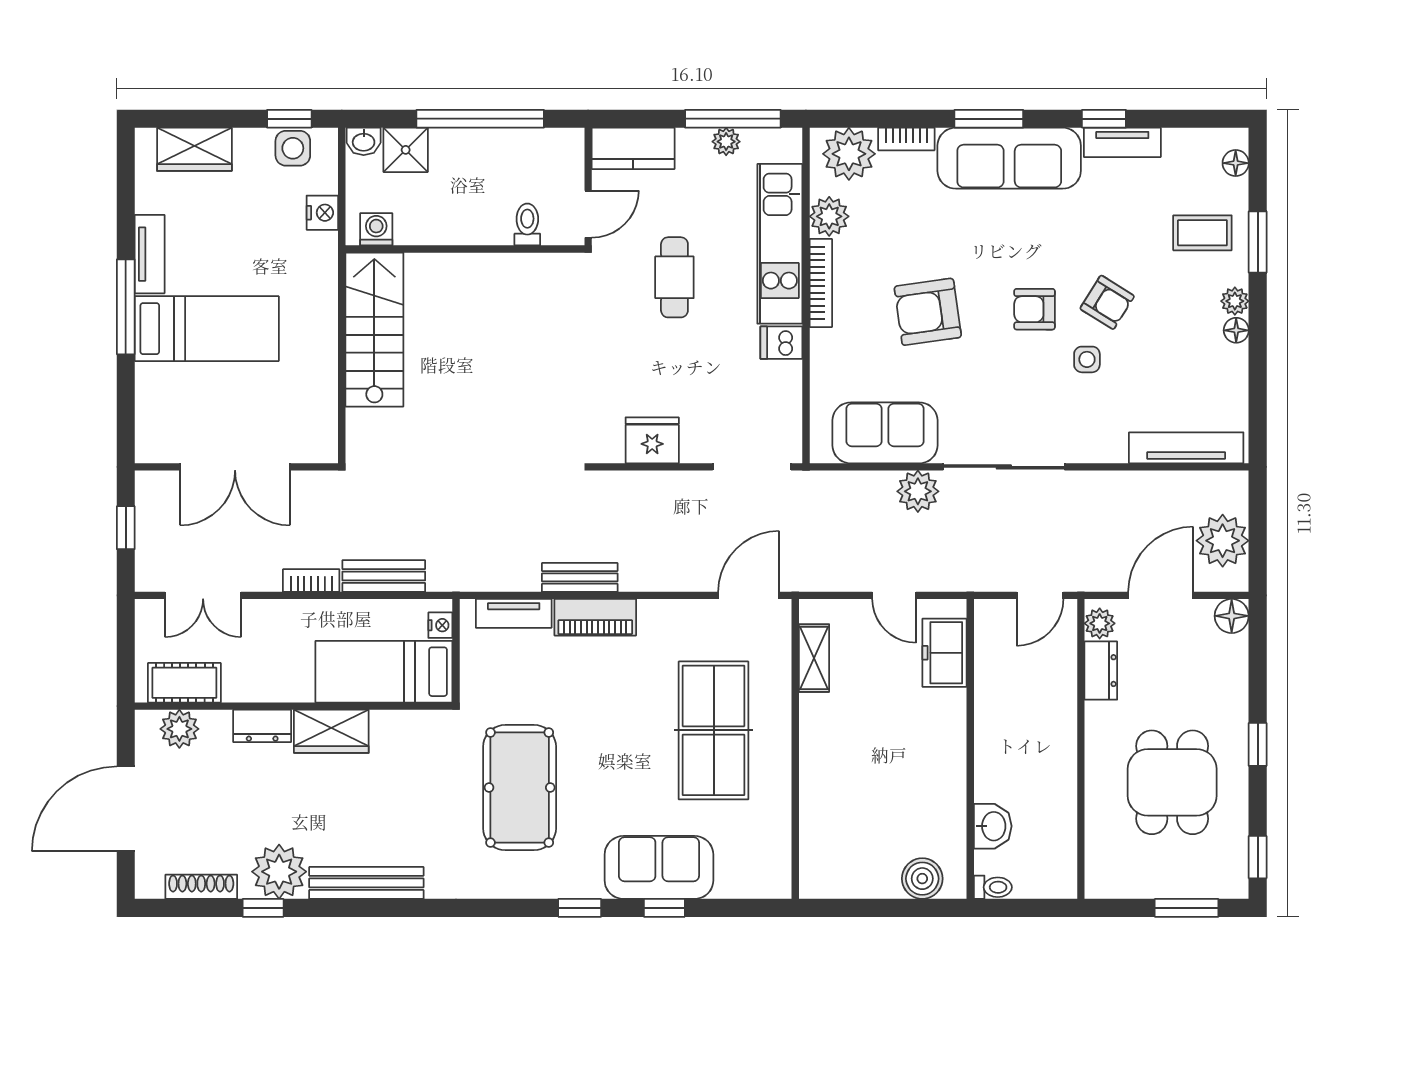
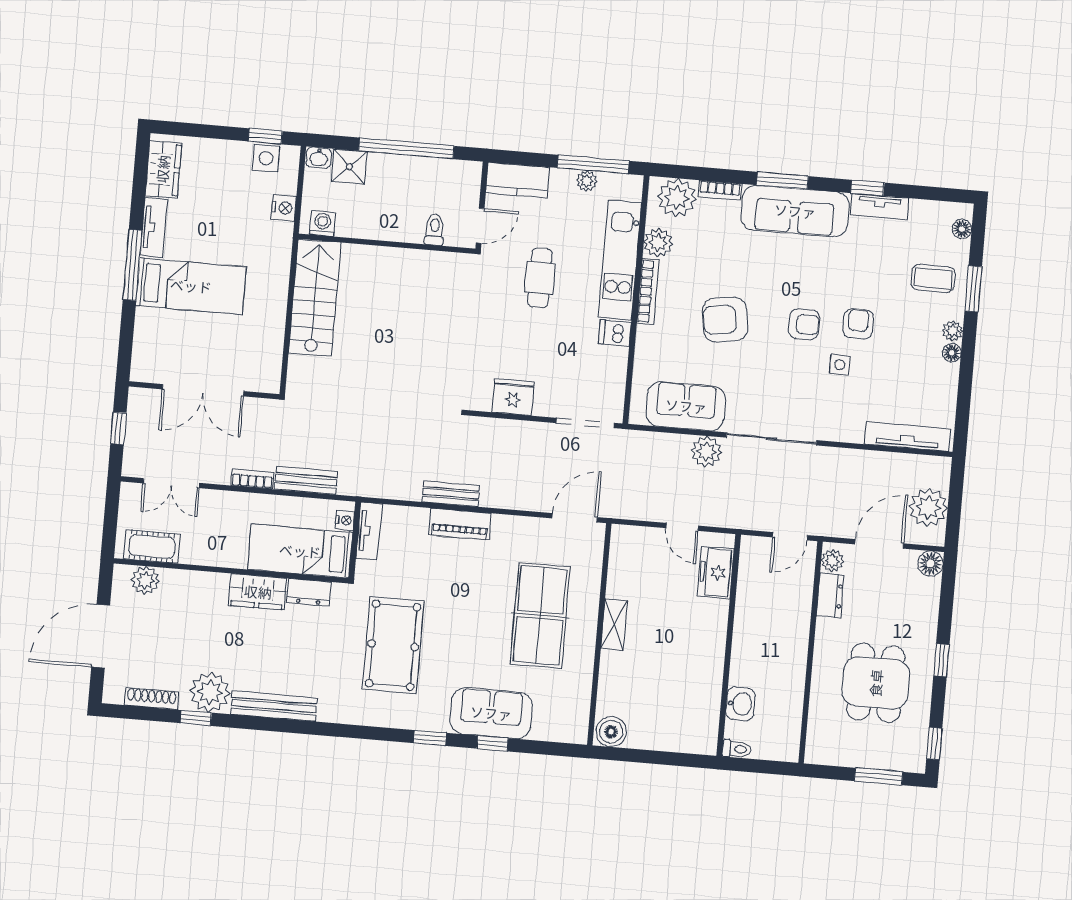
wardrobe: (194, 149) -> (163, 169), moved, turned -90
armchair: (1107, 302) -> (858, 324), turned -122
armchair: (1035, 309) -> (804, 324), turned 180
tv unit: (514, 613) -> (369, 531), moved, turned -90
shelving: (814, 658) -> (614, 624), moved
dresser: (262, 726) -> (309, 592), moved
boiler: (922, 879) -> (611, 732), moved

